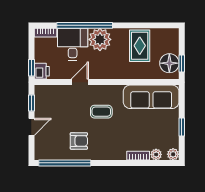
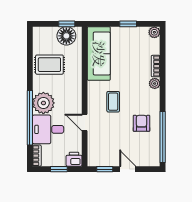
window: (31, 68) -> (59, 169), moved
plant: (156, 154) -> (155, 83), moved

